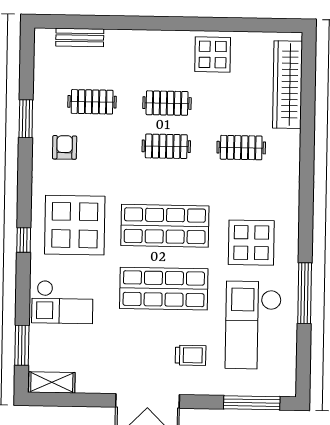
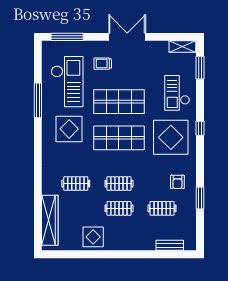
checkout: (62, 302) -> (177, 93), turned -90

